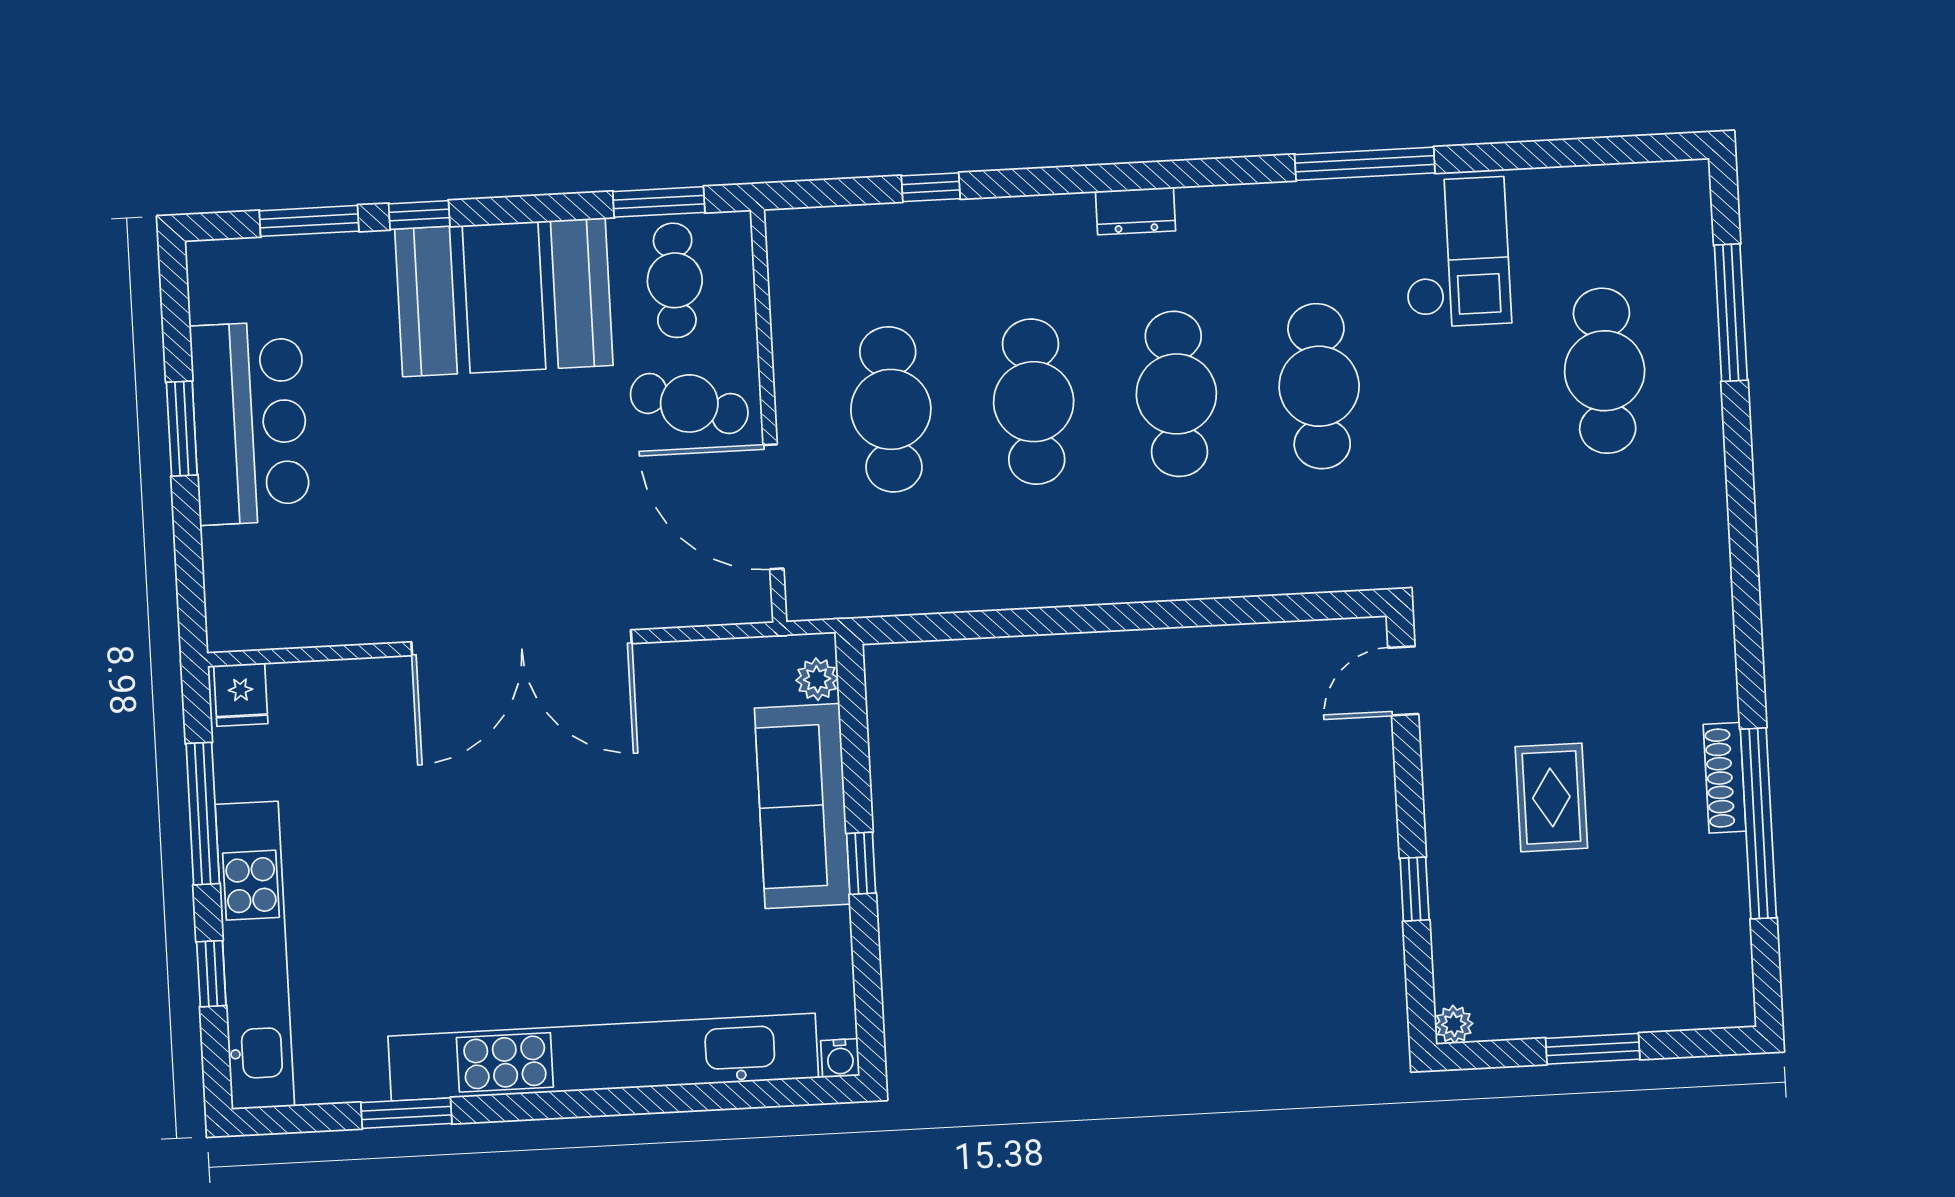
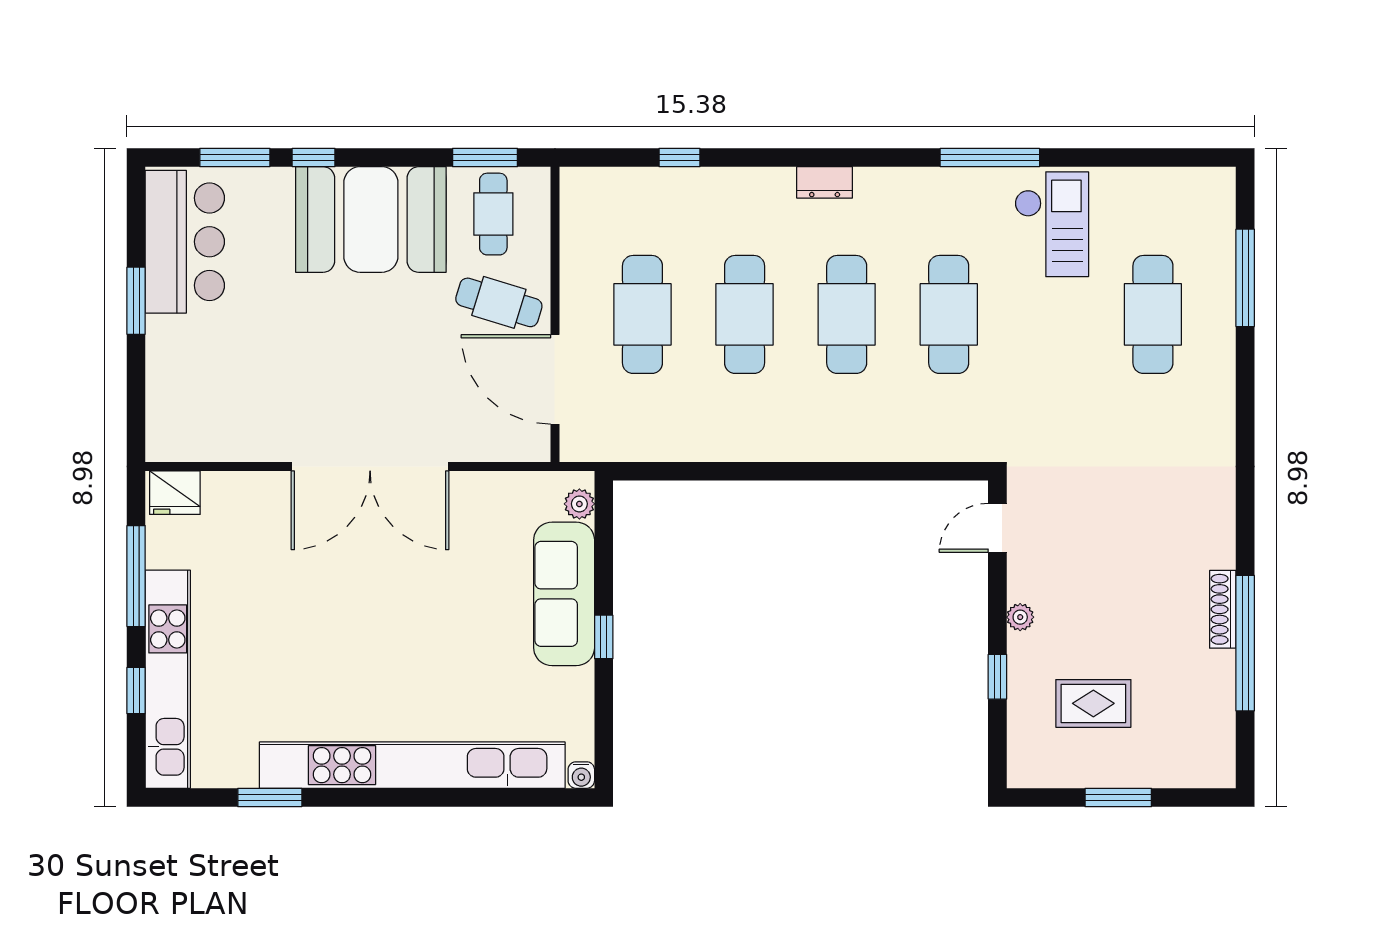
bar counter: (250, 423) -> (185, 242), moved
fridge: (241, 695) -> (175, 493), width x1.38
rug: (1551, 797) -> (1093, 703), moved, turned 90
plant: (1454, 1024) -> (1020, 617), moved

